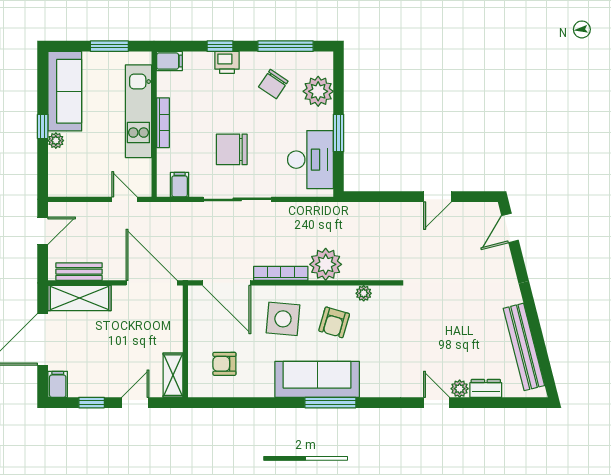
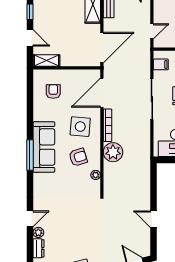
armchair: (334, 322) -> (78, 157), turned 146

